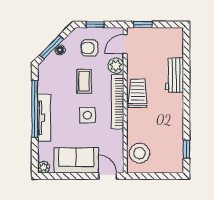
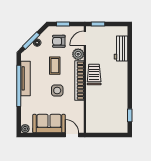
workbench: (175, 75) -> (121, 49), moved
tv unit: (44, 118) -> (26, 78), moved
stool: (140, 153) -> (95, 118), removed

